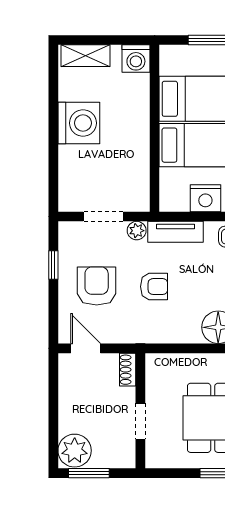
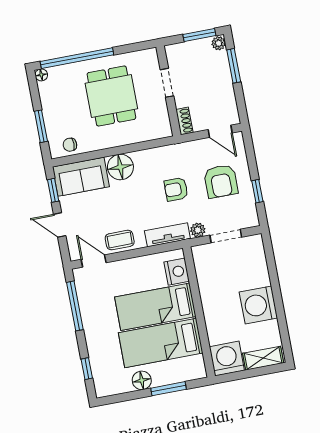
washing machine: (136, 59) -> (227, 359), width x1.37, depth x1.37
nightstand: (205, 198) -> (177, 272), moved, turned 90
window: (53, 427) -> (234, 66), added
plant: (75, 451) -> (219, 43), width x0.53, depth x0.53

